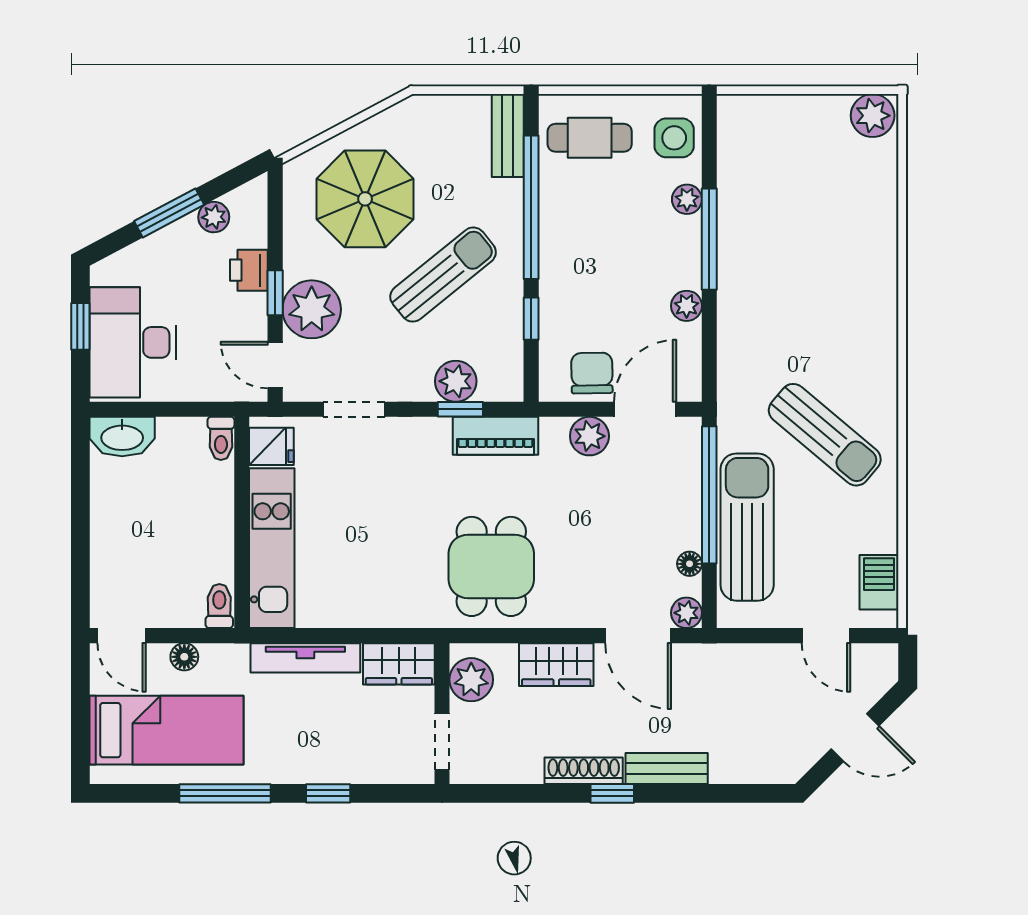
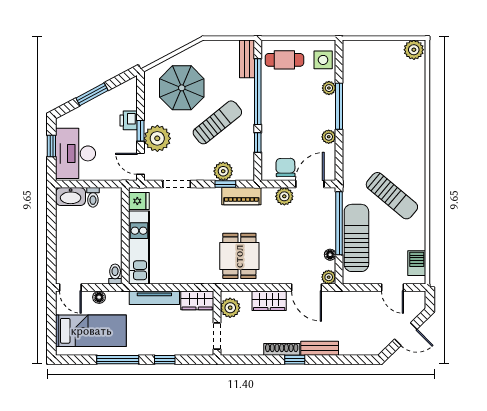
plant: (214, 217) -> (113, 96), removed
toilet: (221, 438) -> (93, 197), moved

